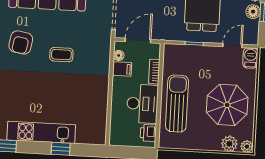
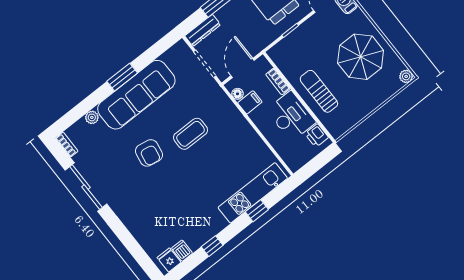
coffee table: (61, 55) -> (191, 134), width x1.36, depth x1.30
sun lounger: (177, 104) -> (319, 91), width x0.73, depth x0.75
kitchen unit: (41, 132) -> (253, 193), moved
plant: (229, 144) -> (390, 87), removed

